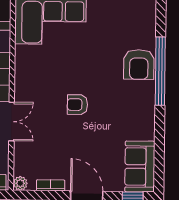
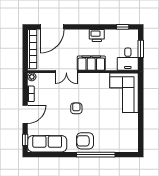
armchair: (139, 64) -> (85, 141), moved
sofa: (140, 167) -> (47, 144), width x1.36

